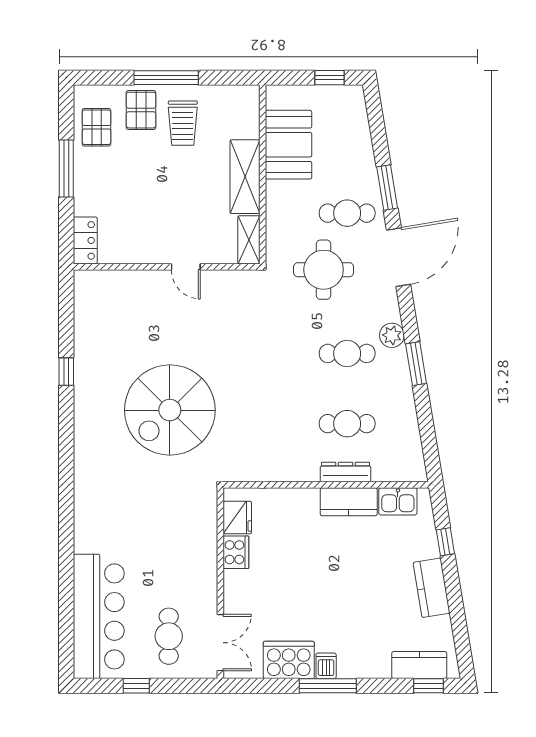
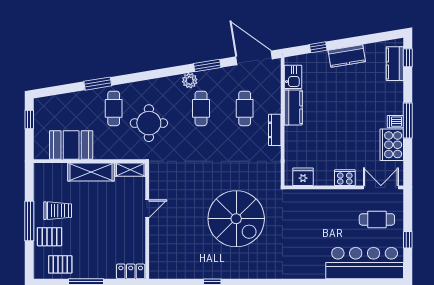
door: (399, 257) -> (254, 58), moved
dresser: (345, 472) -> (275, 130), moved
cooker: (236, 552) -> (345, 178), moved

